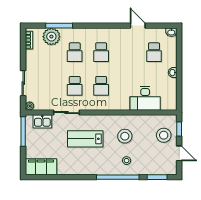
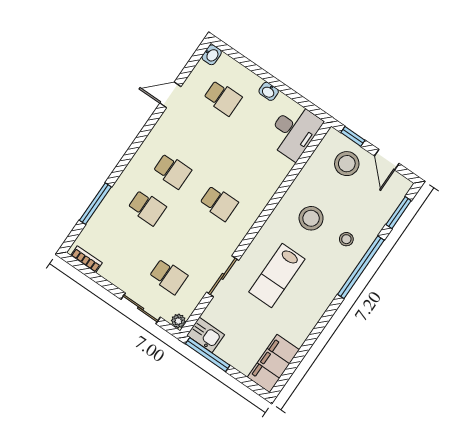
plant: (51, 37) -> (103, 225), removed
school desk: (75, 86) -> (168, 276), moved
desk: (145, 98) -> (294, 131), moved
kitchen sink: (42, 121) -> (206, 335), moved, turned -90
door: (179, 153) -> (387, 160), swing flipped

